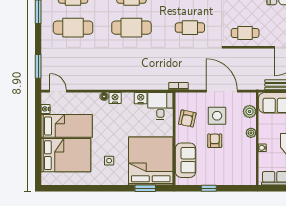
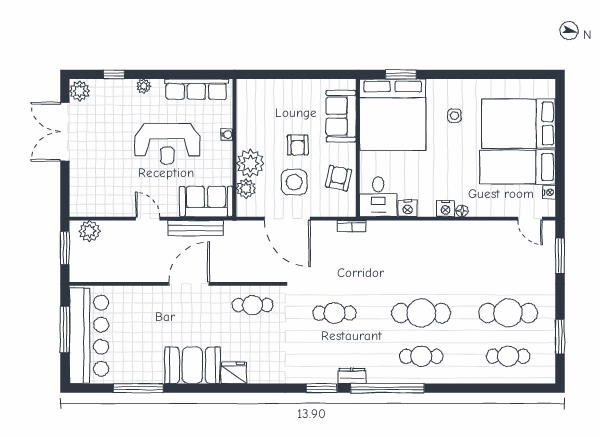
plant: (251, 133) -> (250, 163), width x1.88, depth x1.88
window: (209, 188) -> (306, 74), removed

